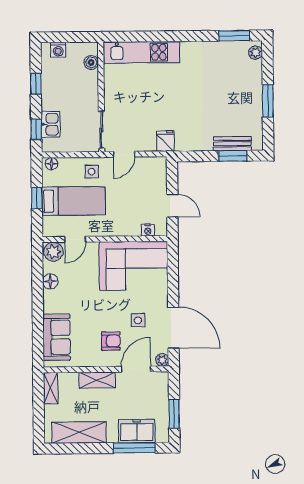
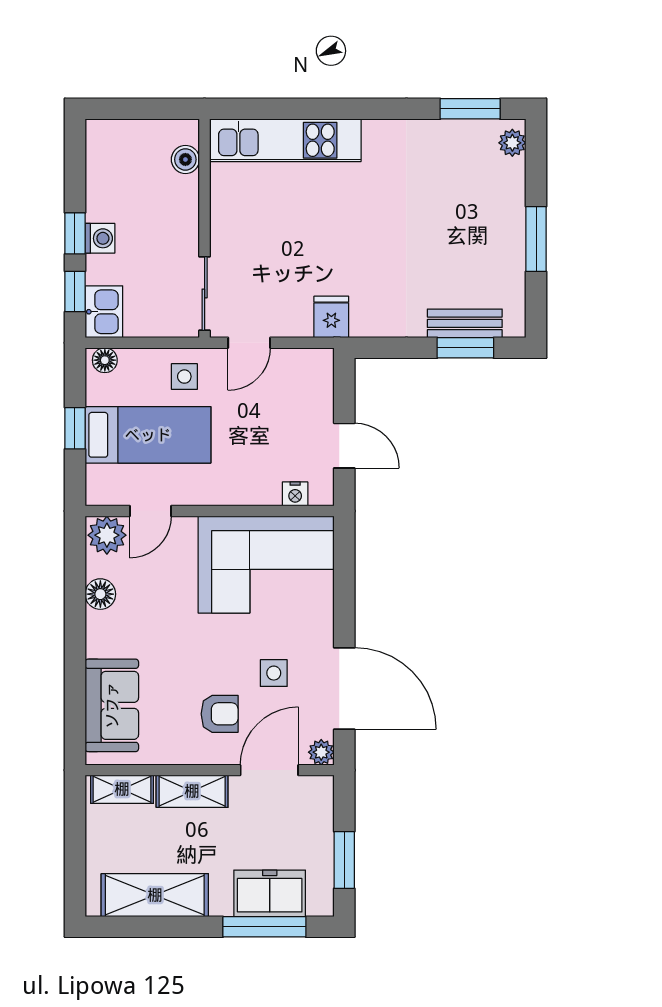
washing machine: (58, 50) -> (100, 238), moved, turned -90
window: (36, 84) -> (75, 233), moved
kitchen sink: (51, 124) -> (104, 312), moved
shelving: (51, 388) -> (122, 789), moved, turned 90

